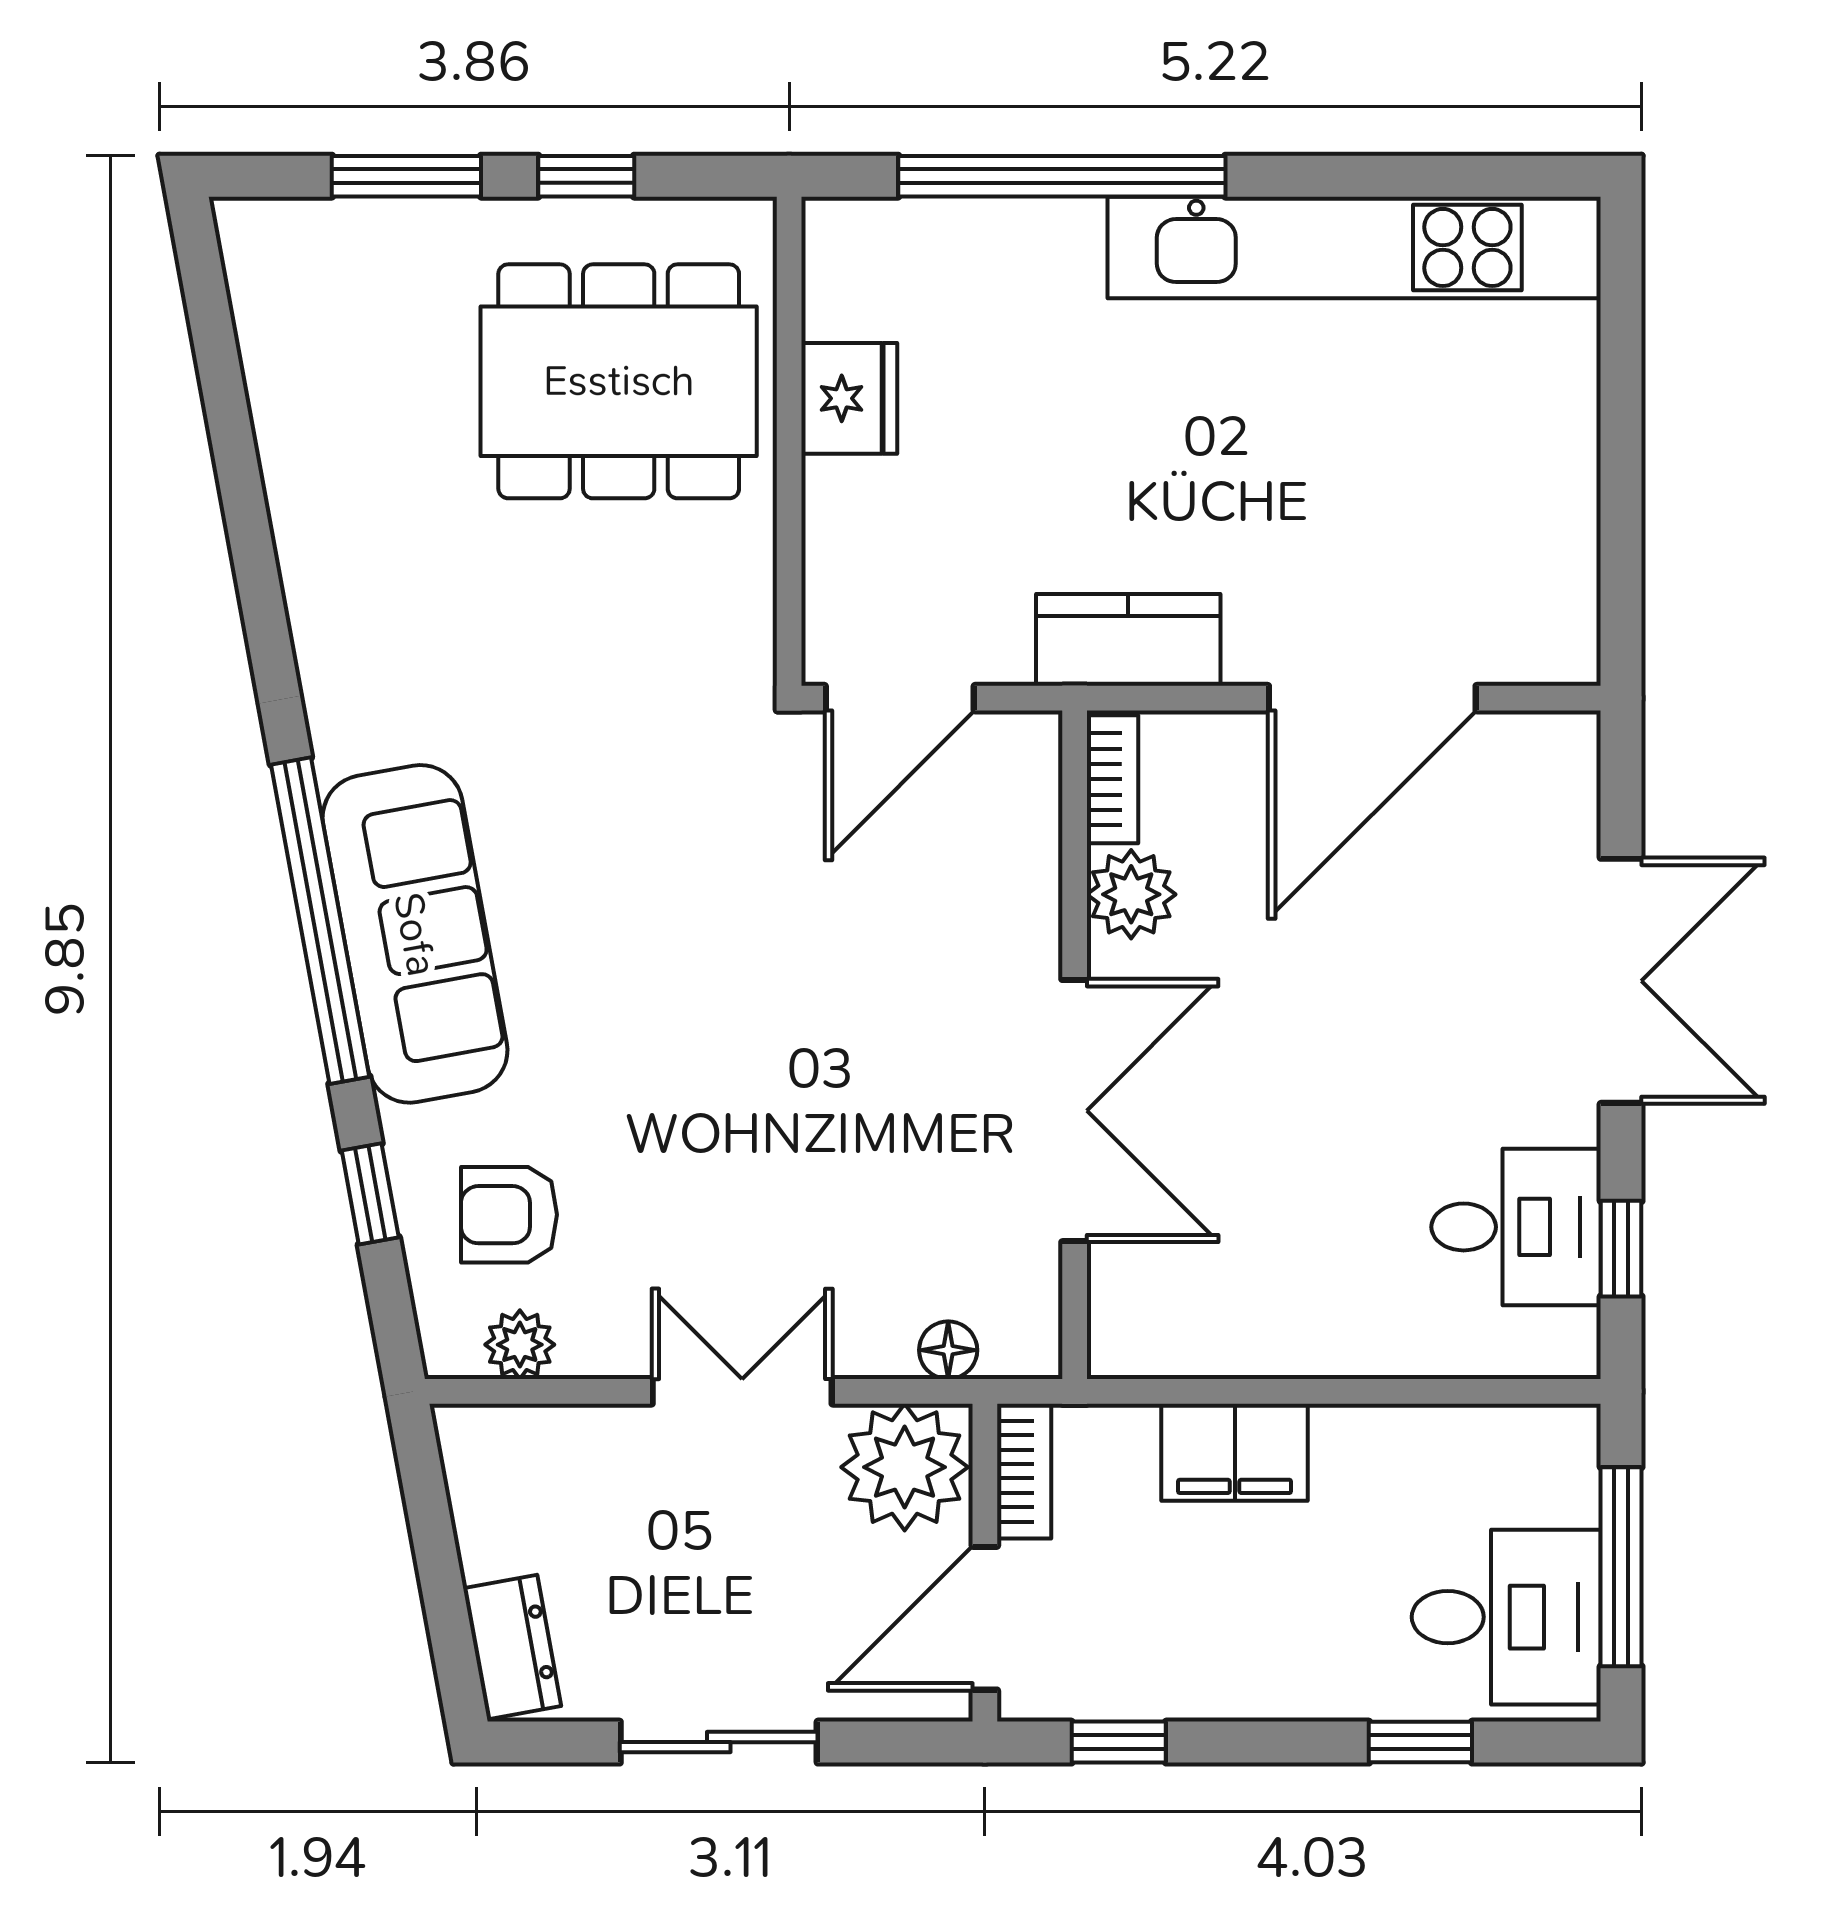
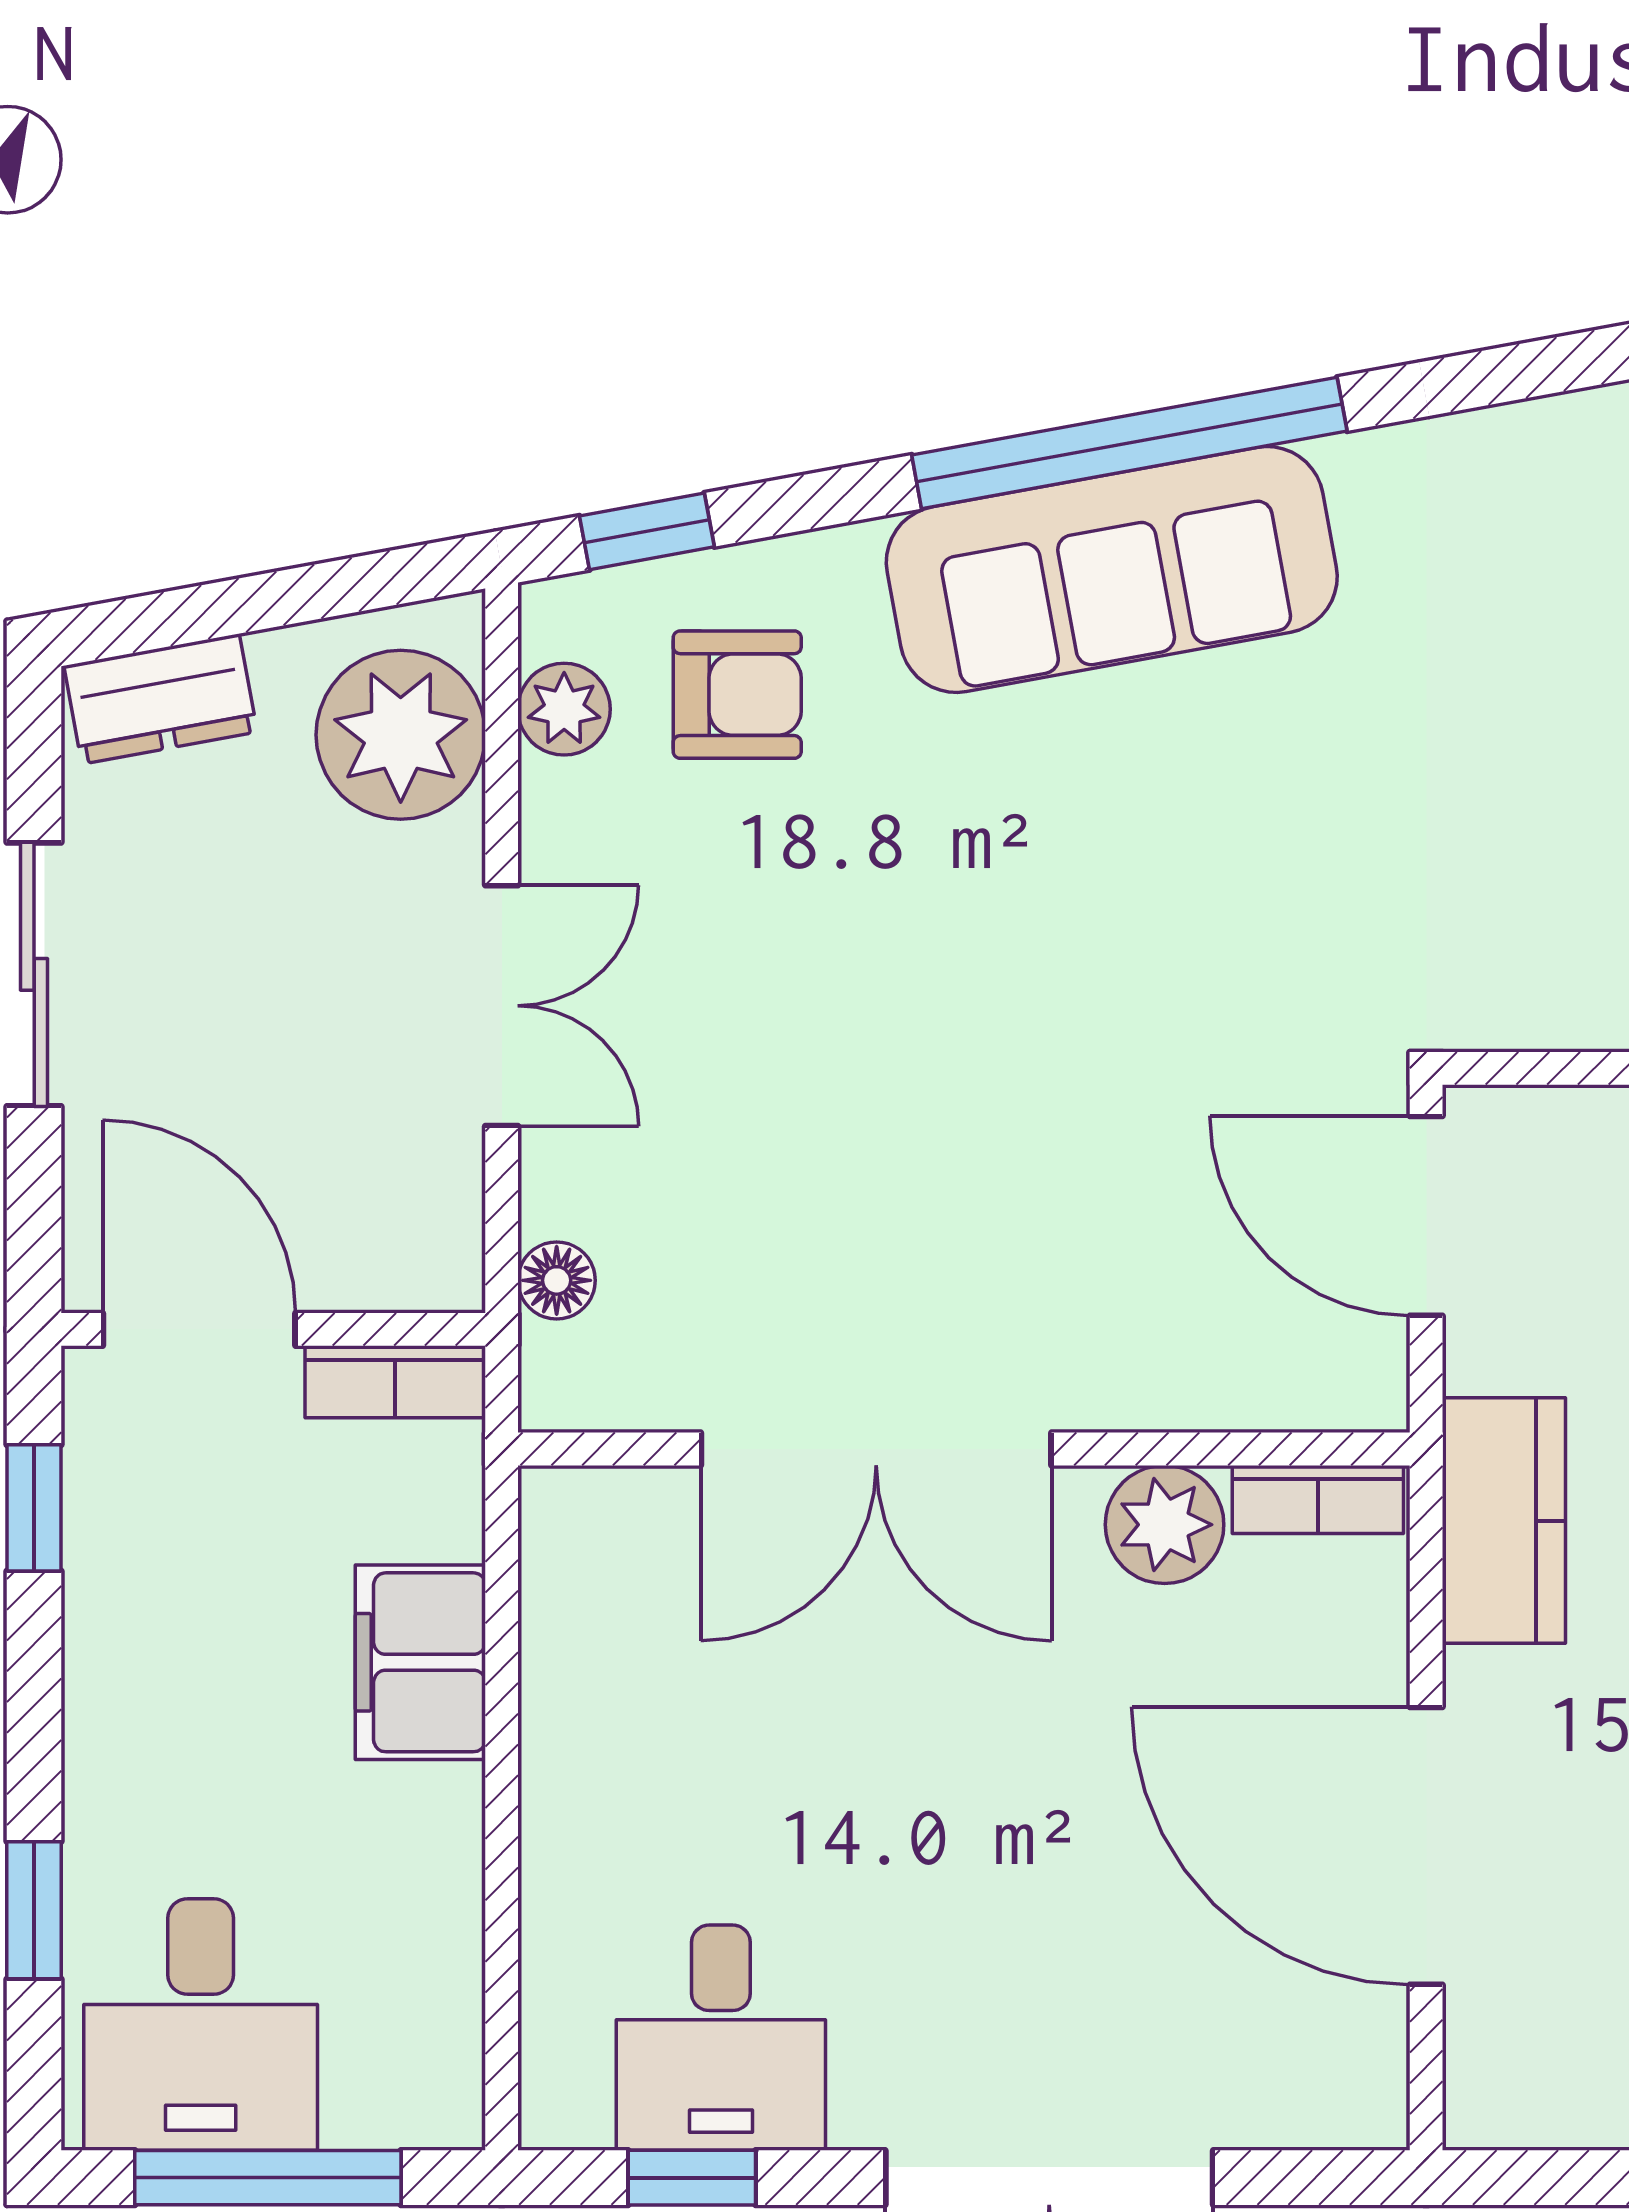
window: (370, 1194) -> (647, 531), moved
armchair: (509, 1215) -> (737, 695), turned 90
plant: (905, 1467) -> (401, 735), moved

